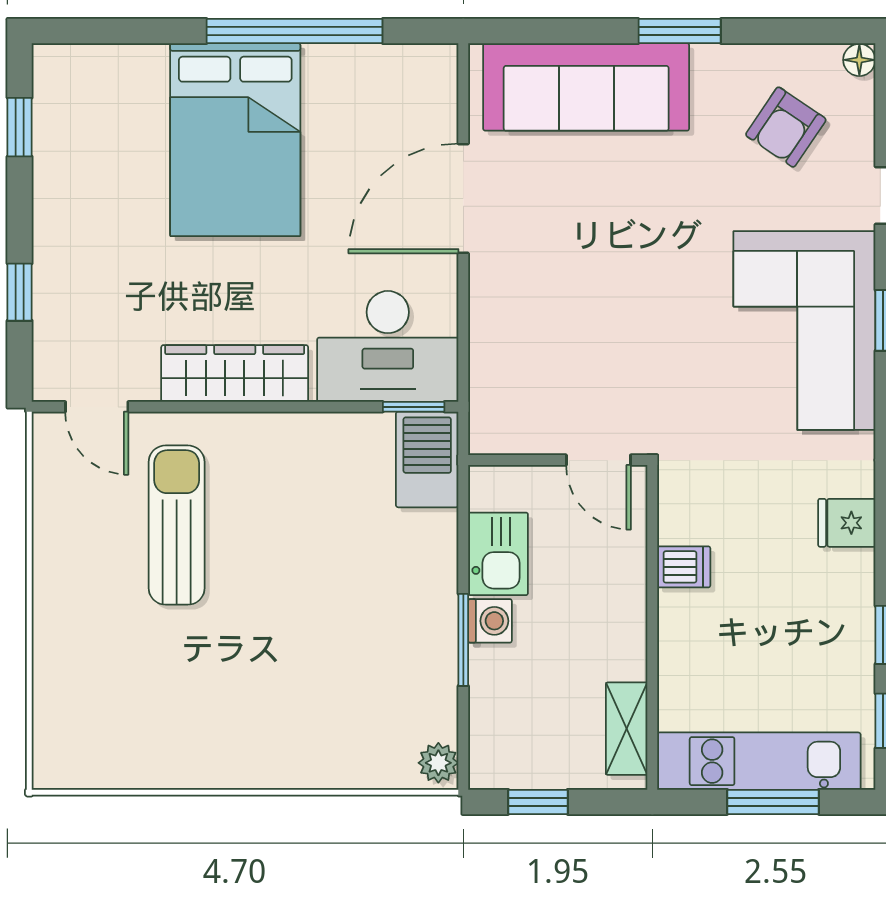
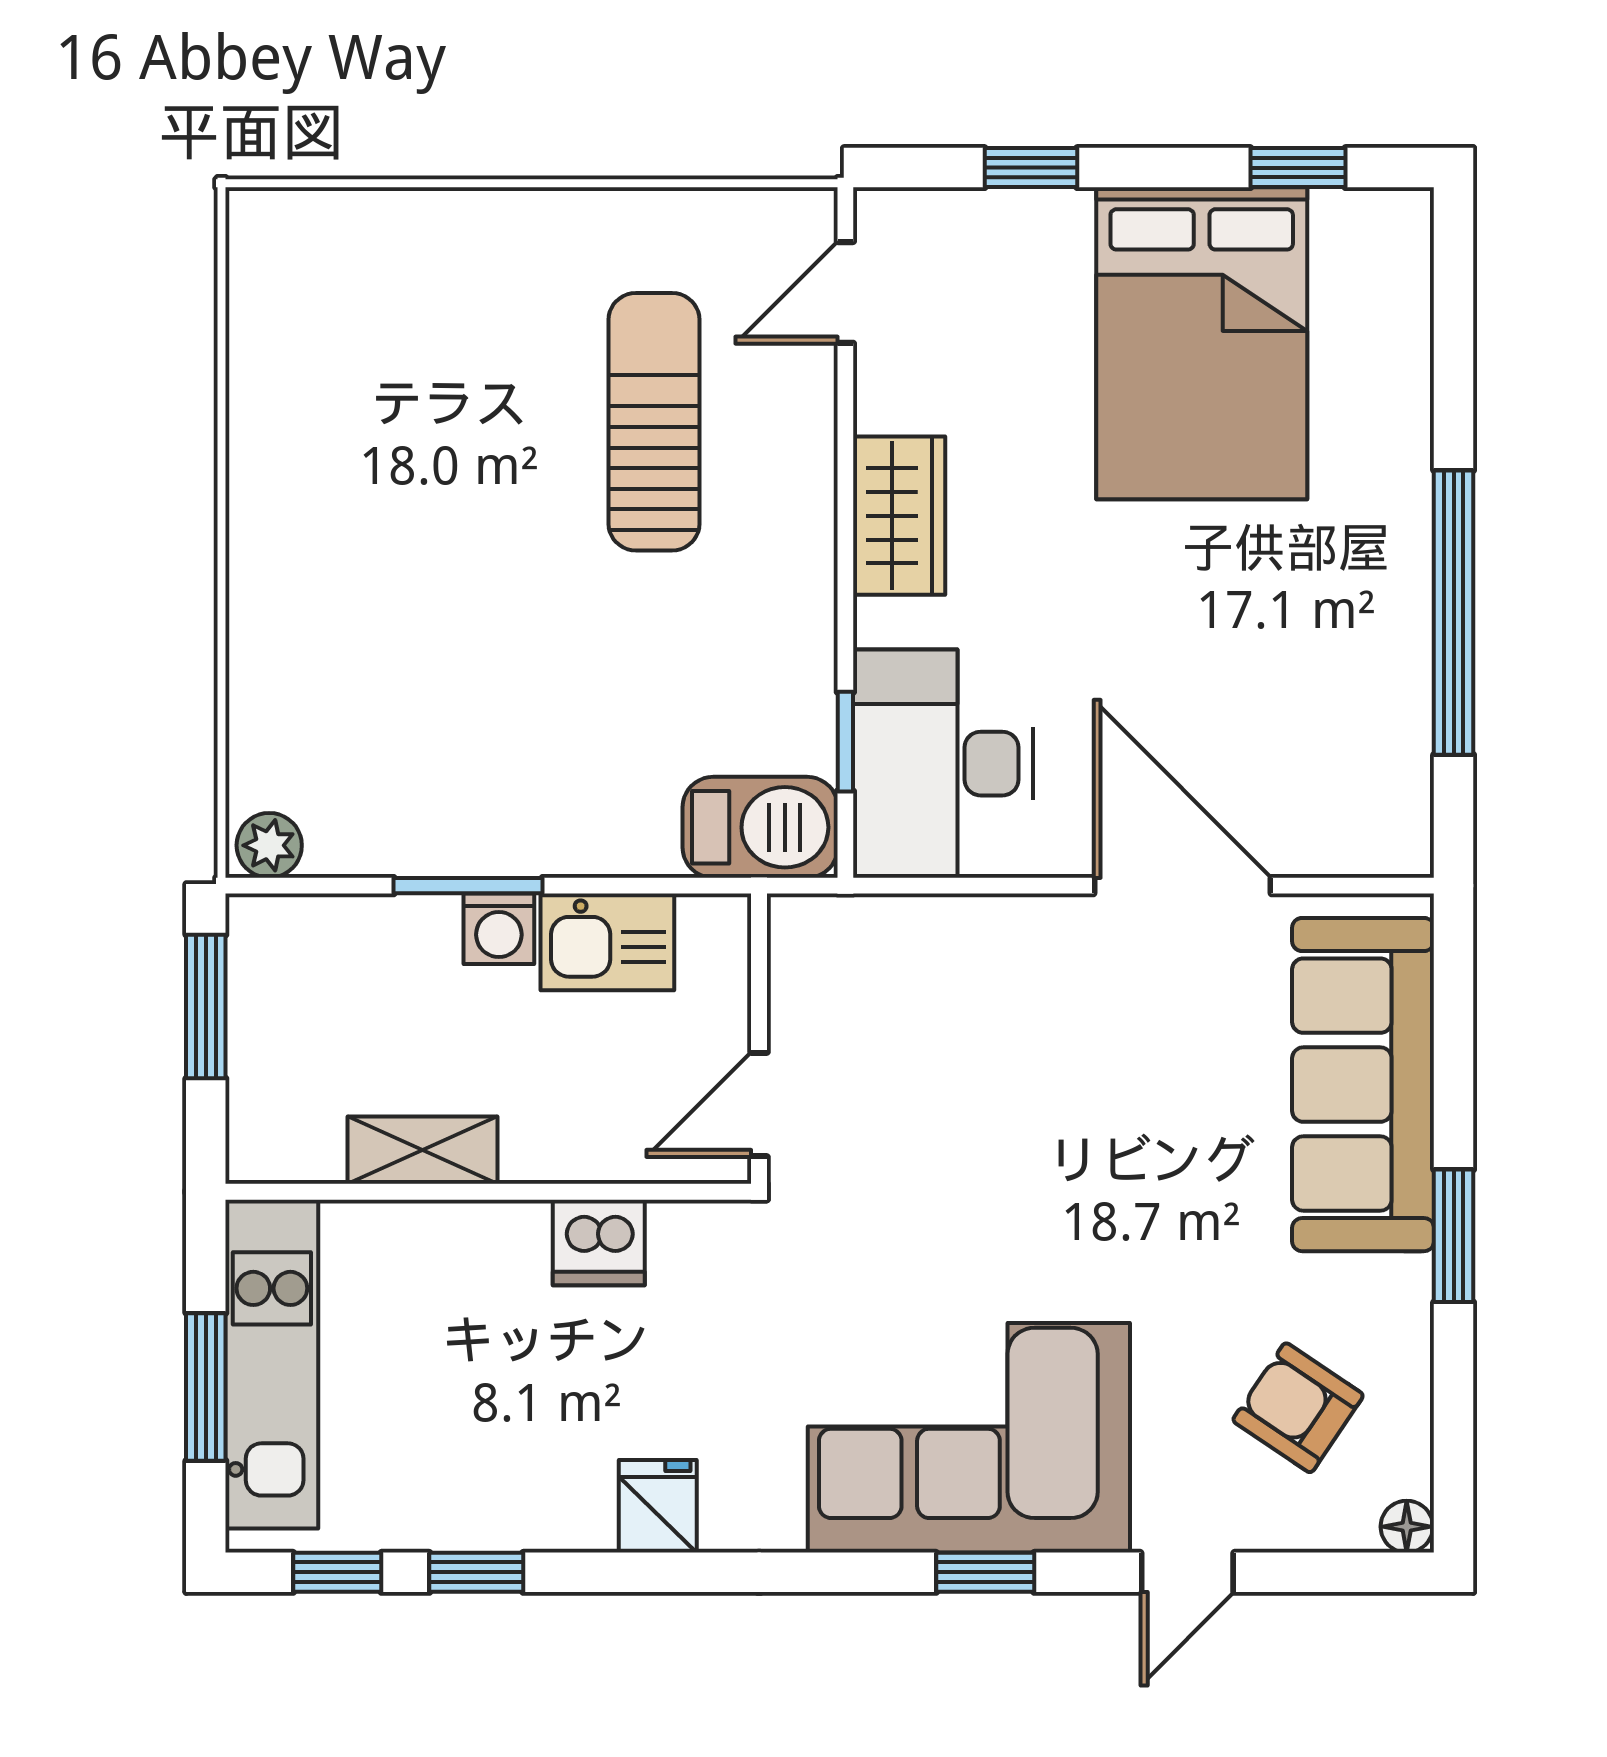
bed: (235, 140) -> (1202, 343), moved, turned -90
wardrobe: (235, 374) -> (899, 516), width x0.67
window: (414, 407) -> (845, 742), moved
sun lounger: (177, 525) -> (654, 422), turned -90
dishwasher: (684, 567) -> (599, 1242), width x1.38
shelving: (627, 729) -> (423, 1150), moved
window: (538, 802) -> (206, 1007), width x1.50

